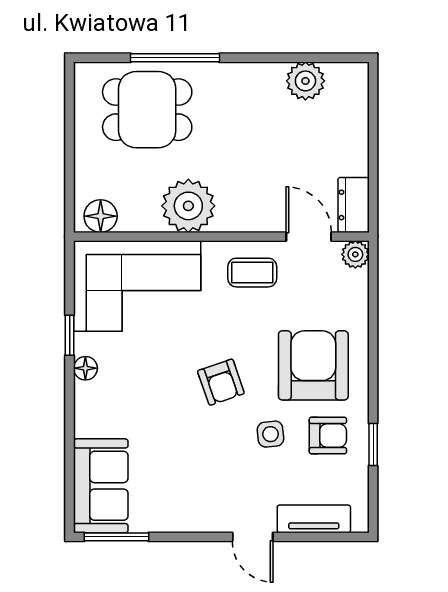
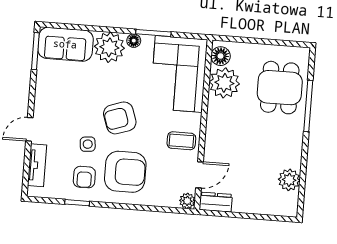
plant: (188, 206) -> (224, 83), moved
coffee table: (252, 273) -> (181, 141), turned 90
window: (70, 335) -> (153, 33), width x1.50
armchair: (221, 382) -> (120, 118), width x1.38, depth x1.38
plant: (100, 409) -> (109, 47), added

